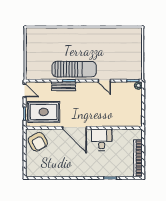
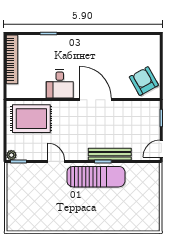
sun lounger: (74, 69) -> (96, 177), turned 180
bench: (64, 86) -> (110, 154), width x1.36
door: (25, 90) -> (161, 149), hinge flipped
rug: (44, 112) -> (31, 119), moved

